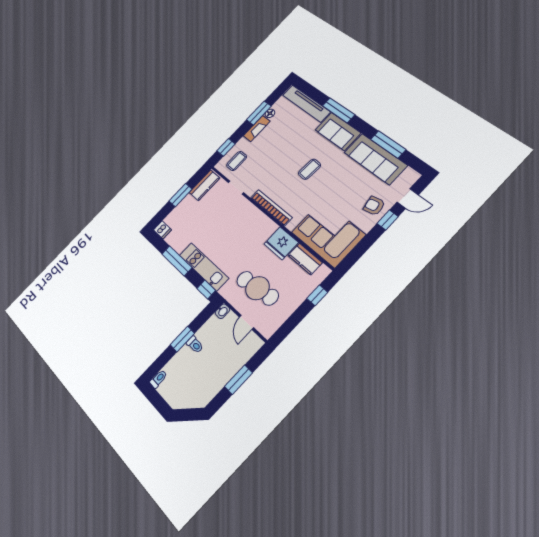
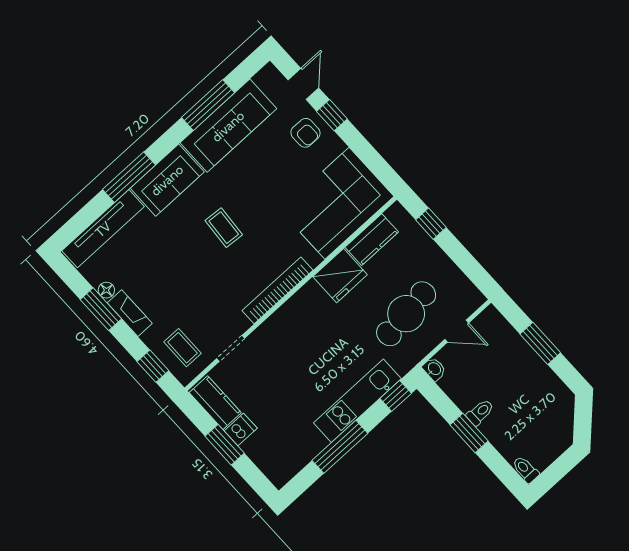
armchair: (374, 206) -> (305, 133), turned -79
dishwasher: (162, 230) -> (241, 430), moved

